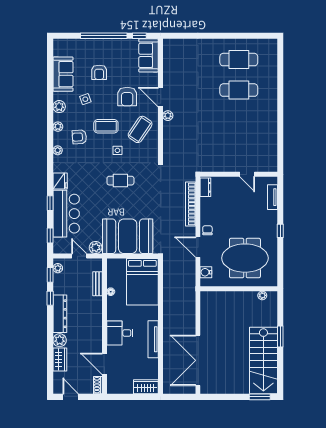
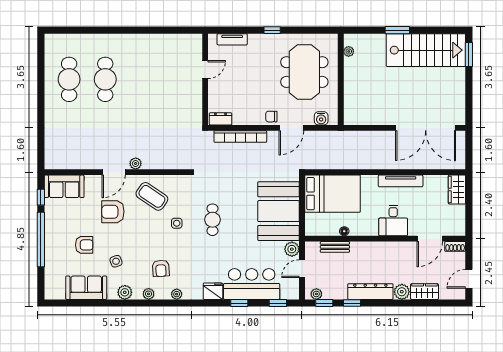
armchair: (127, 97) -> (113, 212), turned 180
coffee table: (106, 126) -> (148, 237), removed

